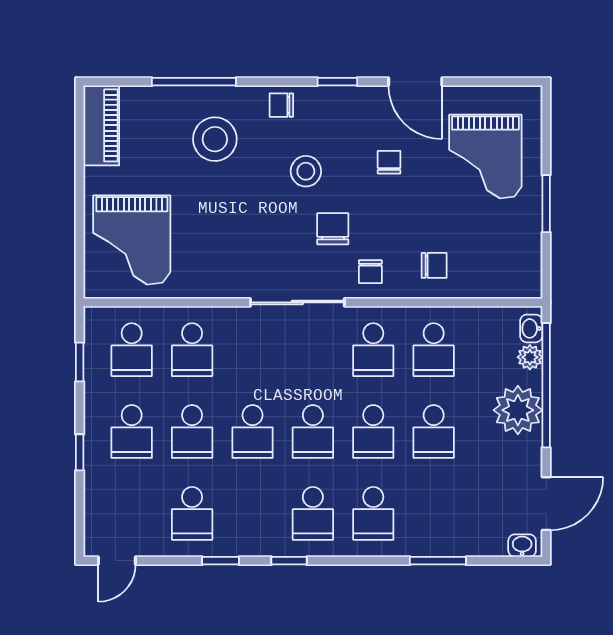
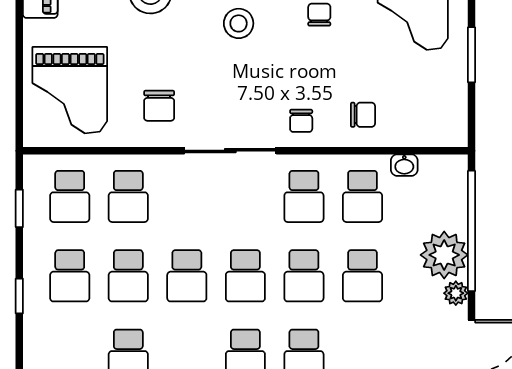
chair: (333, 229) -> (159, 106), moved, turned 180
washbasin: (531, 328) -> (404, 165), moved, turned -90
plant: (530, 357) -> (456, 293), moved

